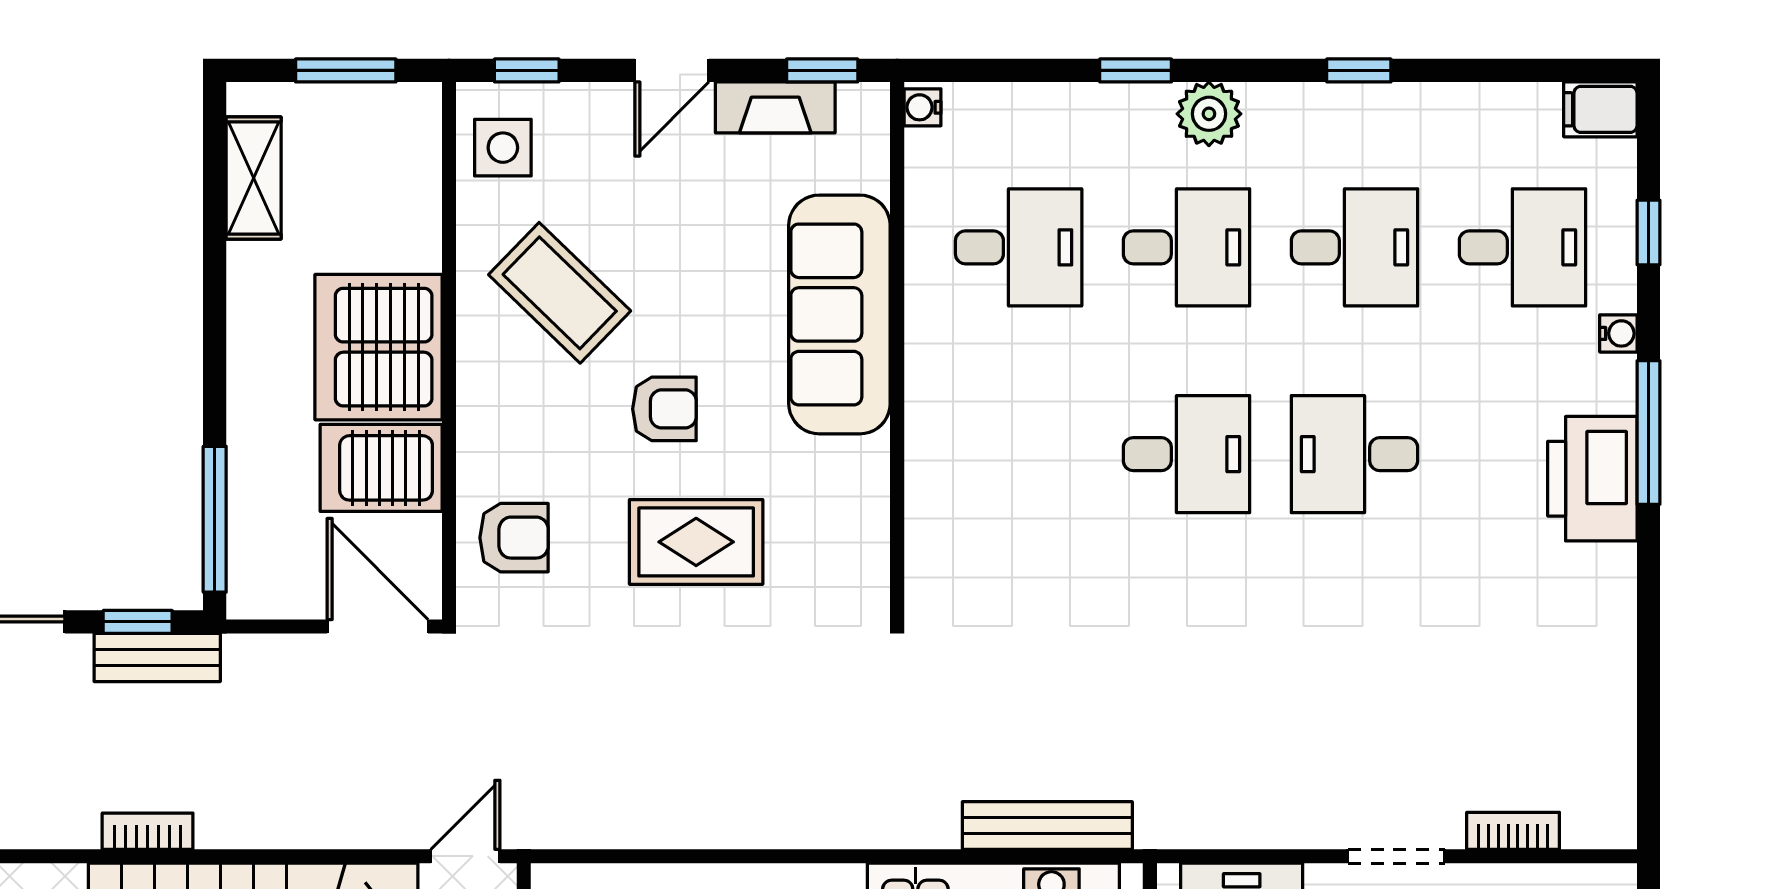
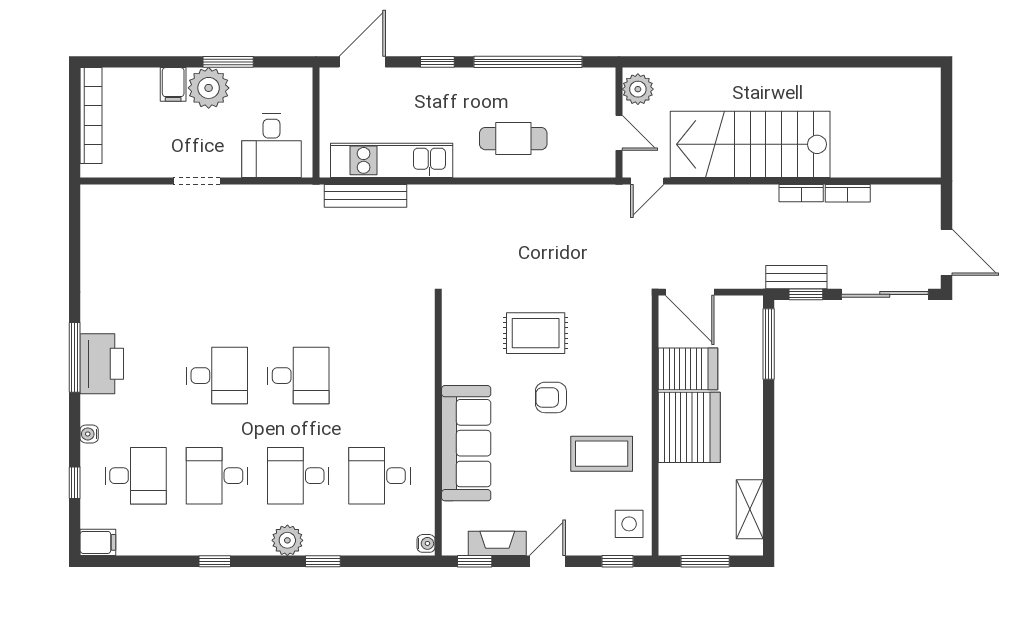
desk: (1522, 247) -> (136, 476), turned 180
coffee table: (560, 293) -> (602, 454), turned -44
window: (1649, 433) -> (75, 357), moved
desk: (1187, 454) -> (298, 376), turned 180
armchair: (514, 538) -> (624, 335), removed
bookcase: (1513, 831) -> (848, 193), moved

